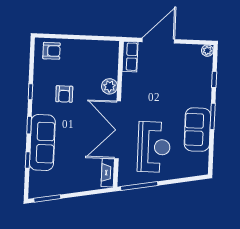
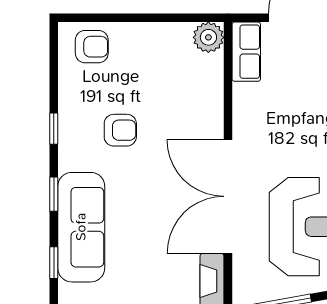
plant: (110, 86) -> (208, 37), moved
armchair: (64, 94) -> (120, 130), turned -90

